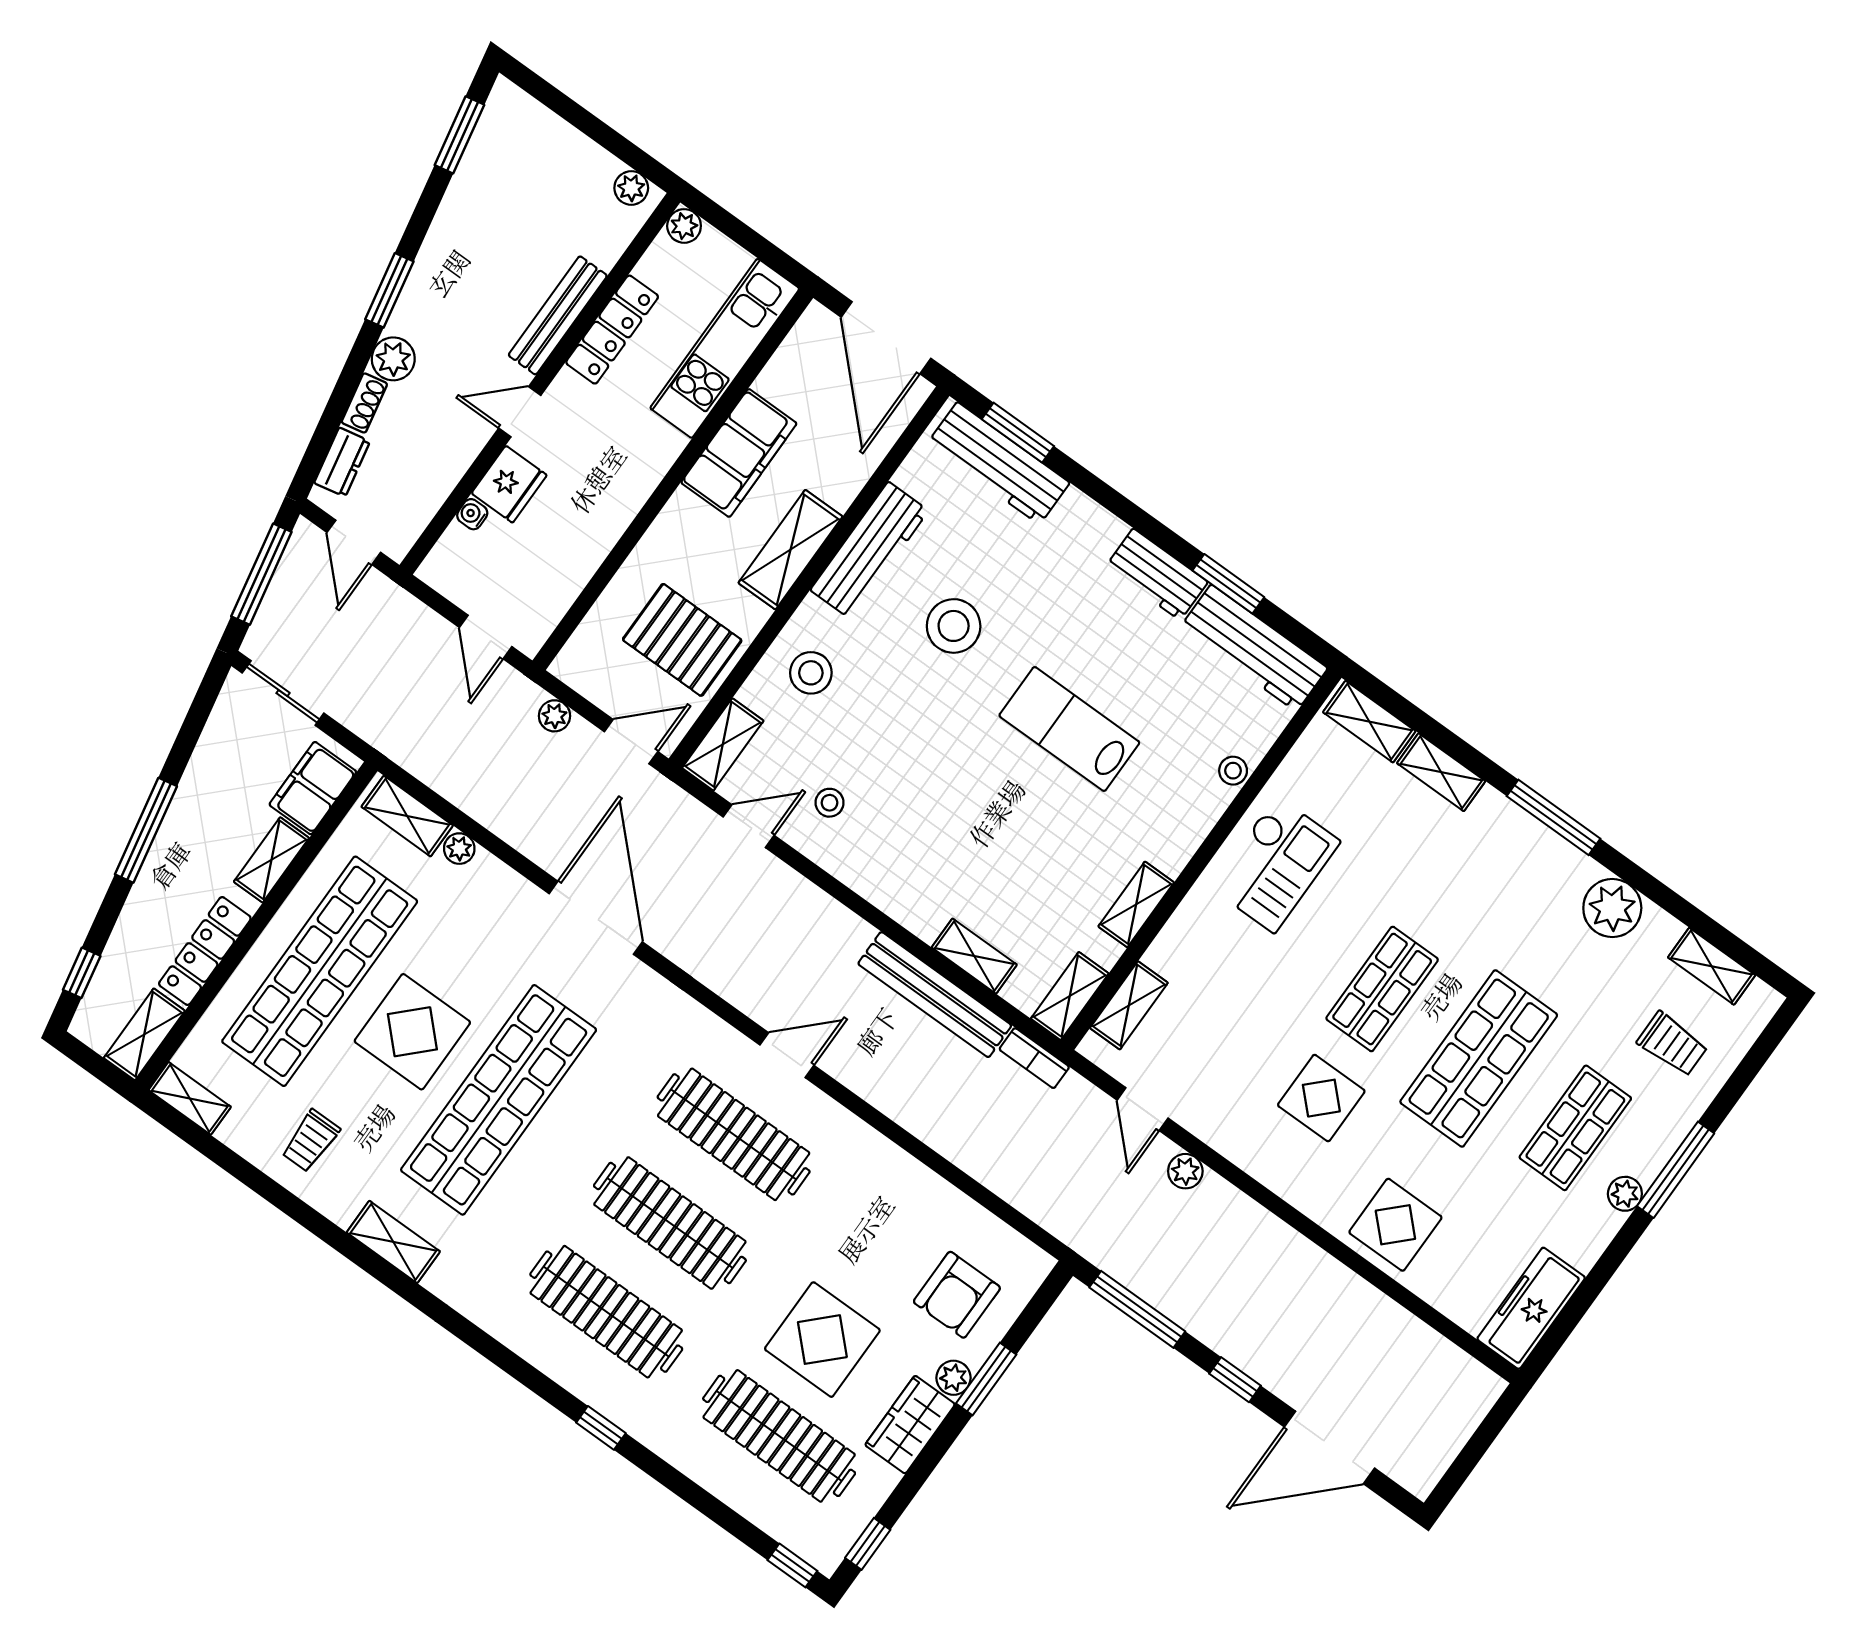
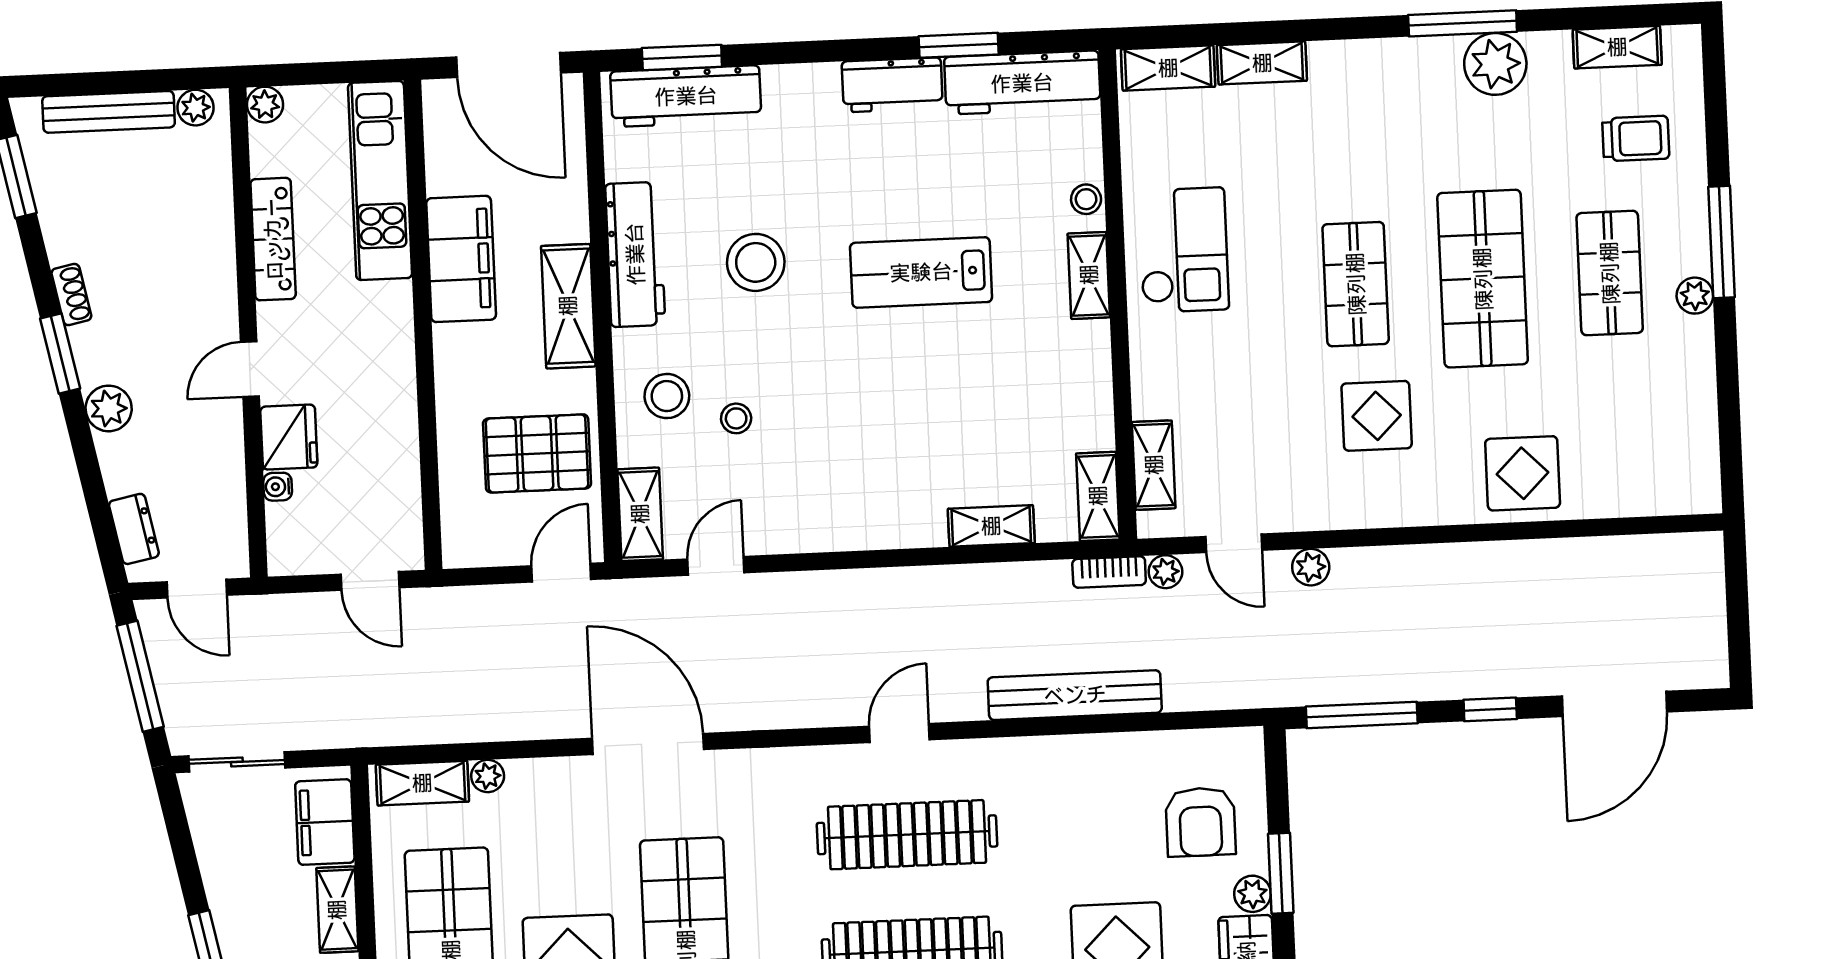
bench: (558, 315) -> (109, 112), moved, turned 90
shoe rack: (364, 403) -> (71, 294), moved
plant: (555, 716) -> (1166, 572), moved
stool: (830, 803) -> (736, 418), moved
window: (1553, 817) -> (1463, 23), moved
shelving: (1136, 904) -> (1089, 275), moved
bench: (935, 995) -> (1075, 695), moved
freezer: (1531, 1308) -> (1692, 454), removed

